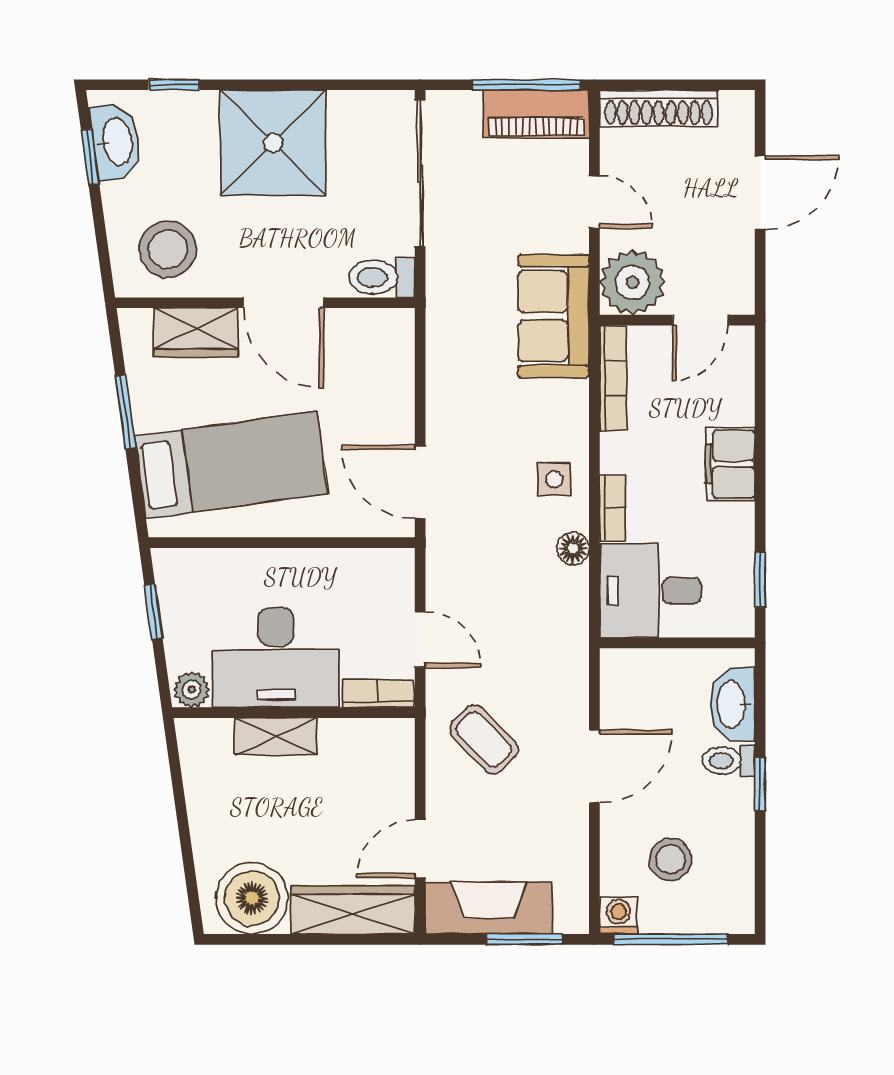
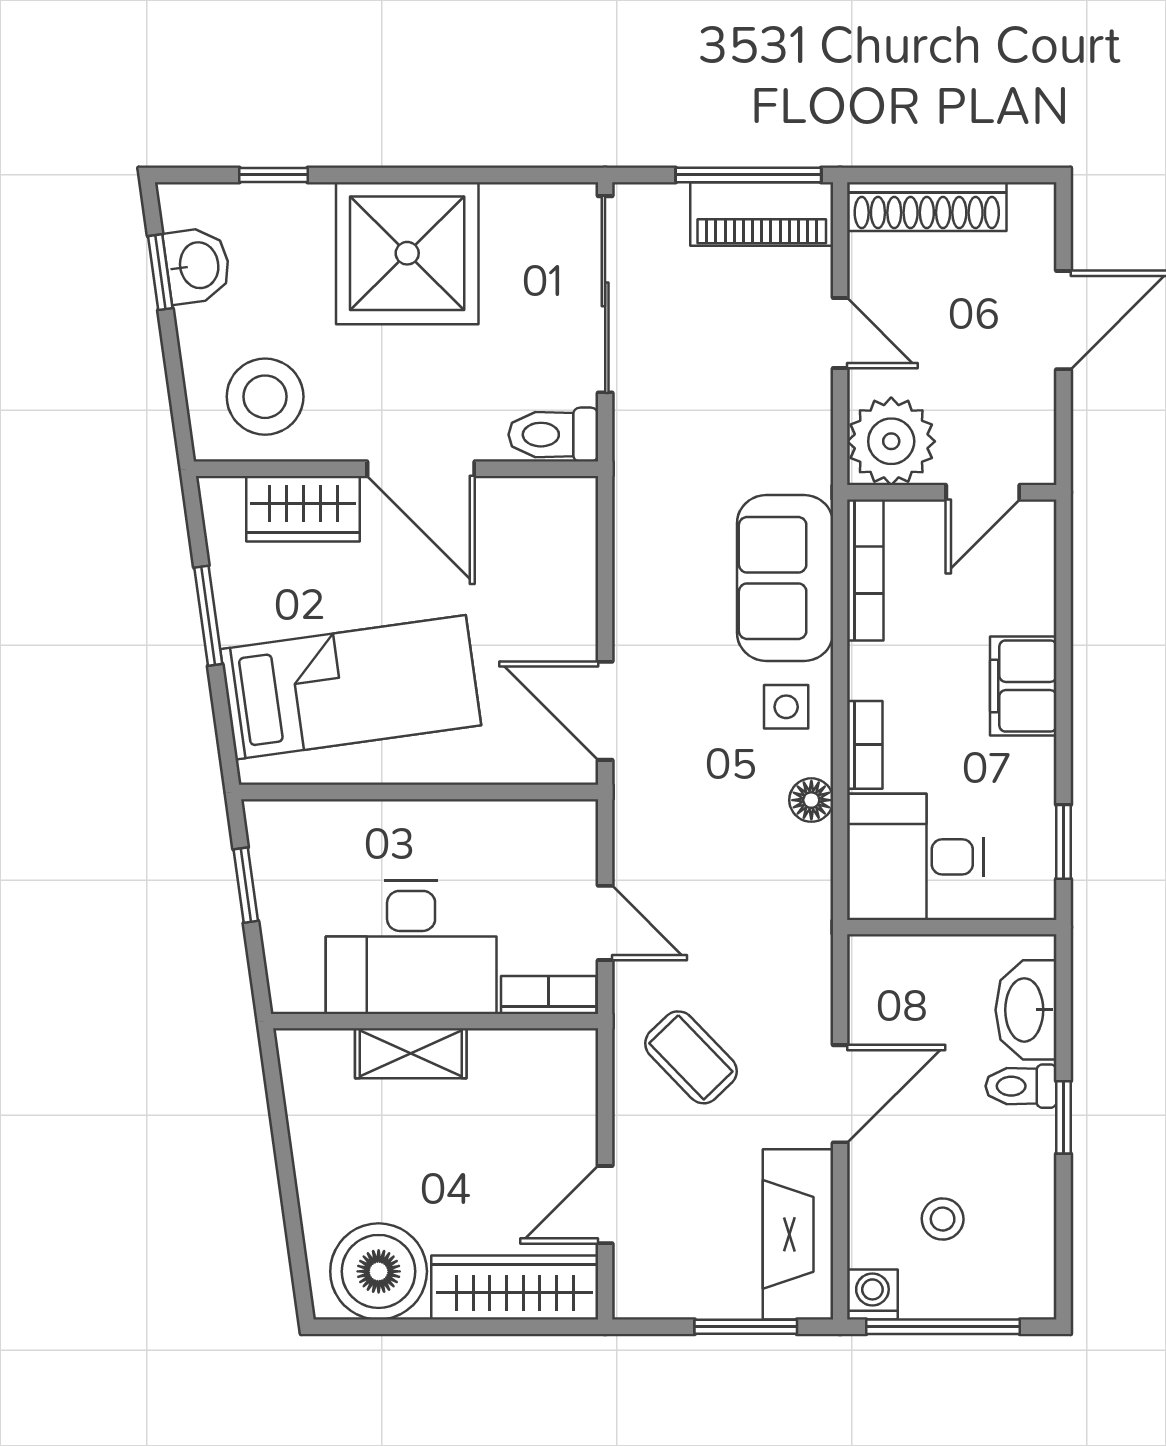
washbasin: (116, 142) -> (197, 265), width x0.72
sofa: (554, 316) -> (785, 578), moved
plant: (192, 690) -> (297, 990), removed
stool: (670, 859) -> (943, 1219), width x0.73, depth x0.73
fireplace: (489, 908) -> (798, 1234), moved, turned -90

